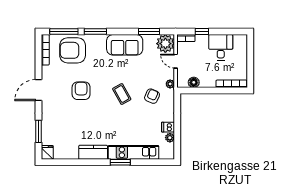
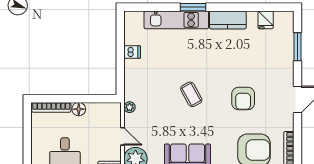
floor lamp: (194, 82) -> (79, 109), moved
armchair: (152, 96) -> (153, 92), removed
plant: (170, 138) -> (130, 39), removed
fridge: (47, 152) -> (266, 20), moved

